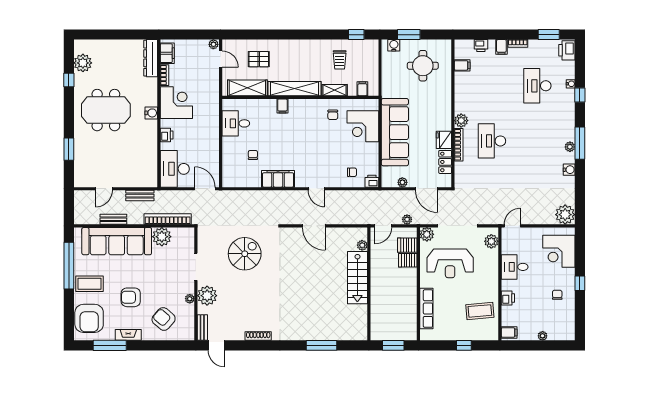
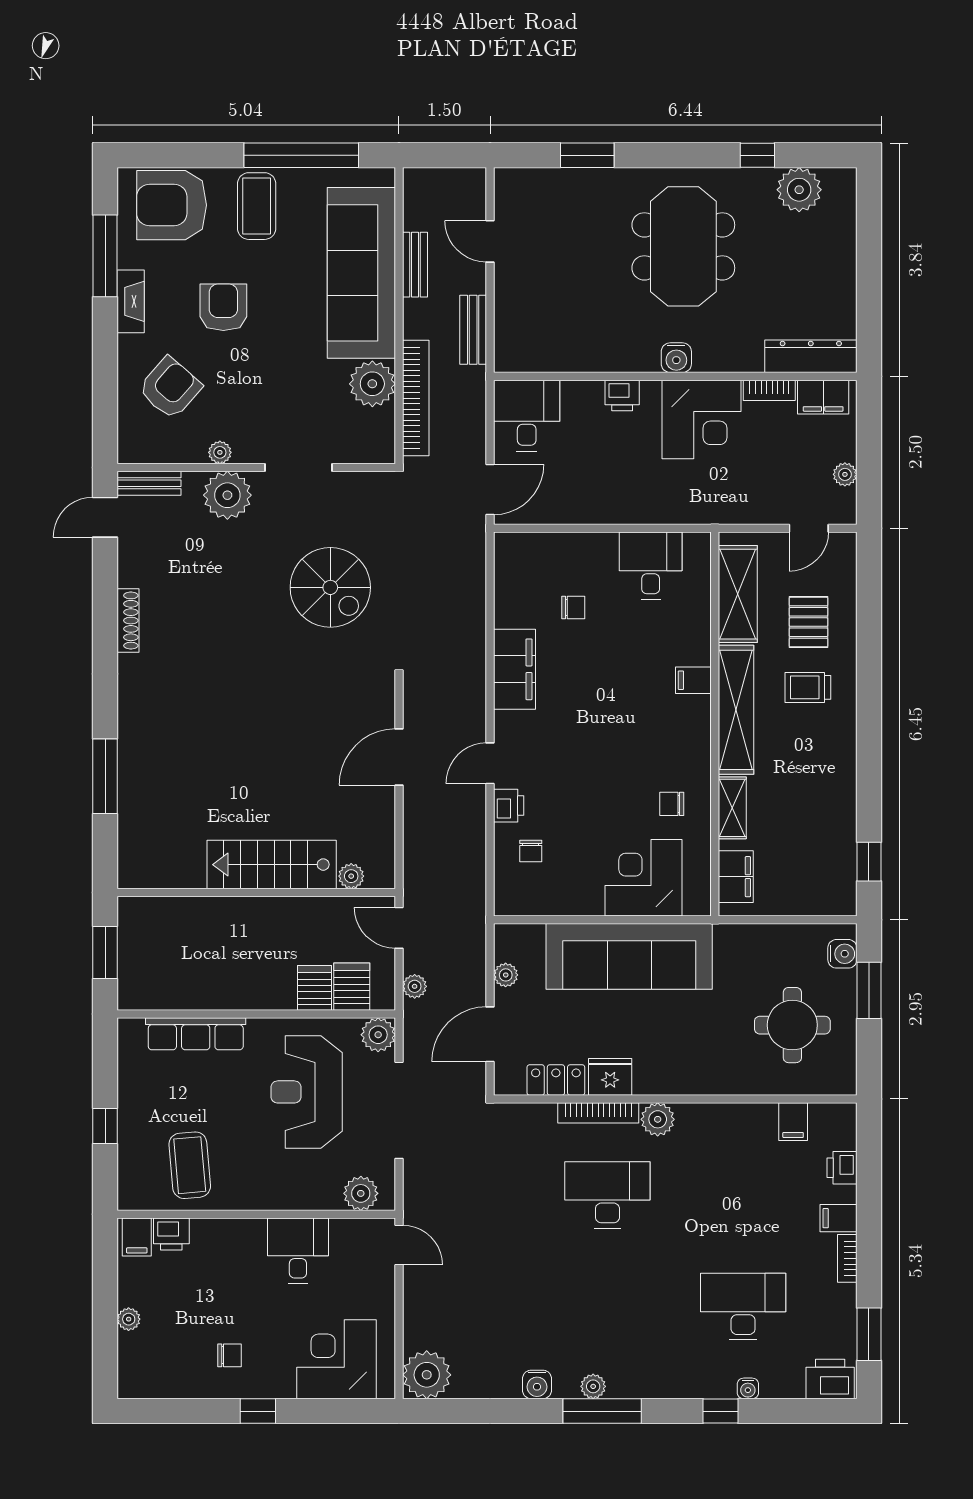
plant: (213, 44) -> (845, 474), moved
trolley: (340, 60) -> (808, 687), moved
filing cabinet: (362, 89) -> (736, 877), width x2.00
desk: (175, 169) -> (527, 416), width x0.73
printer: (372, 181) -> (509, 806), moved
printer: (508, 298) -> (171, 1234), moved

